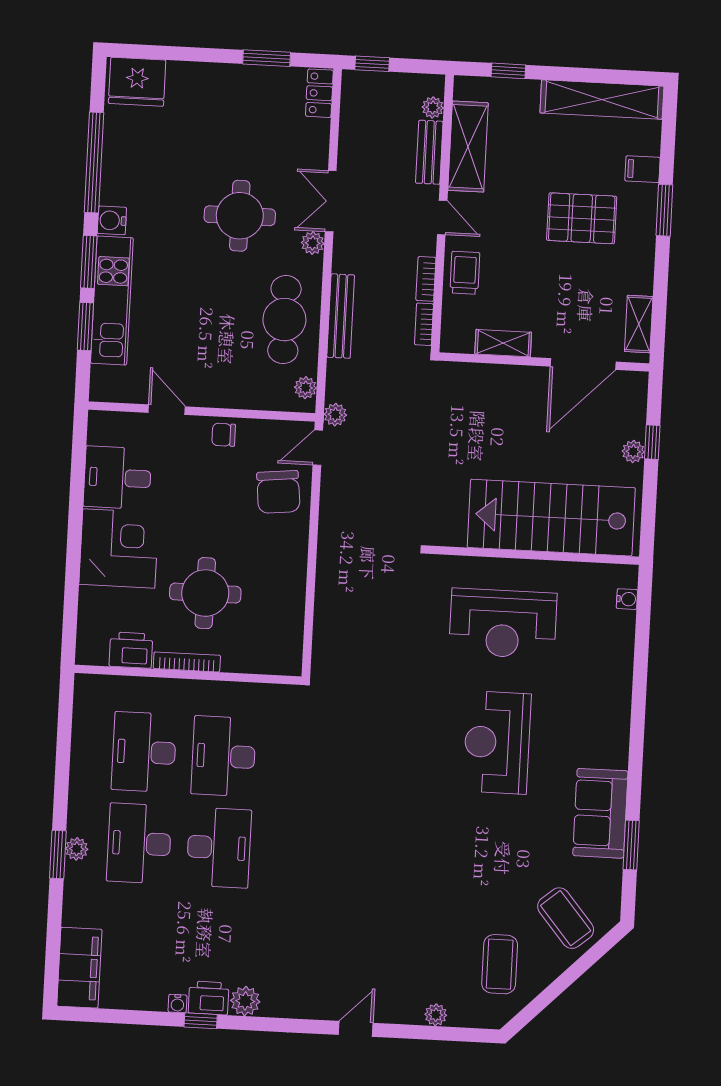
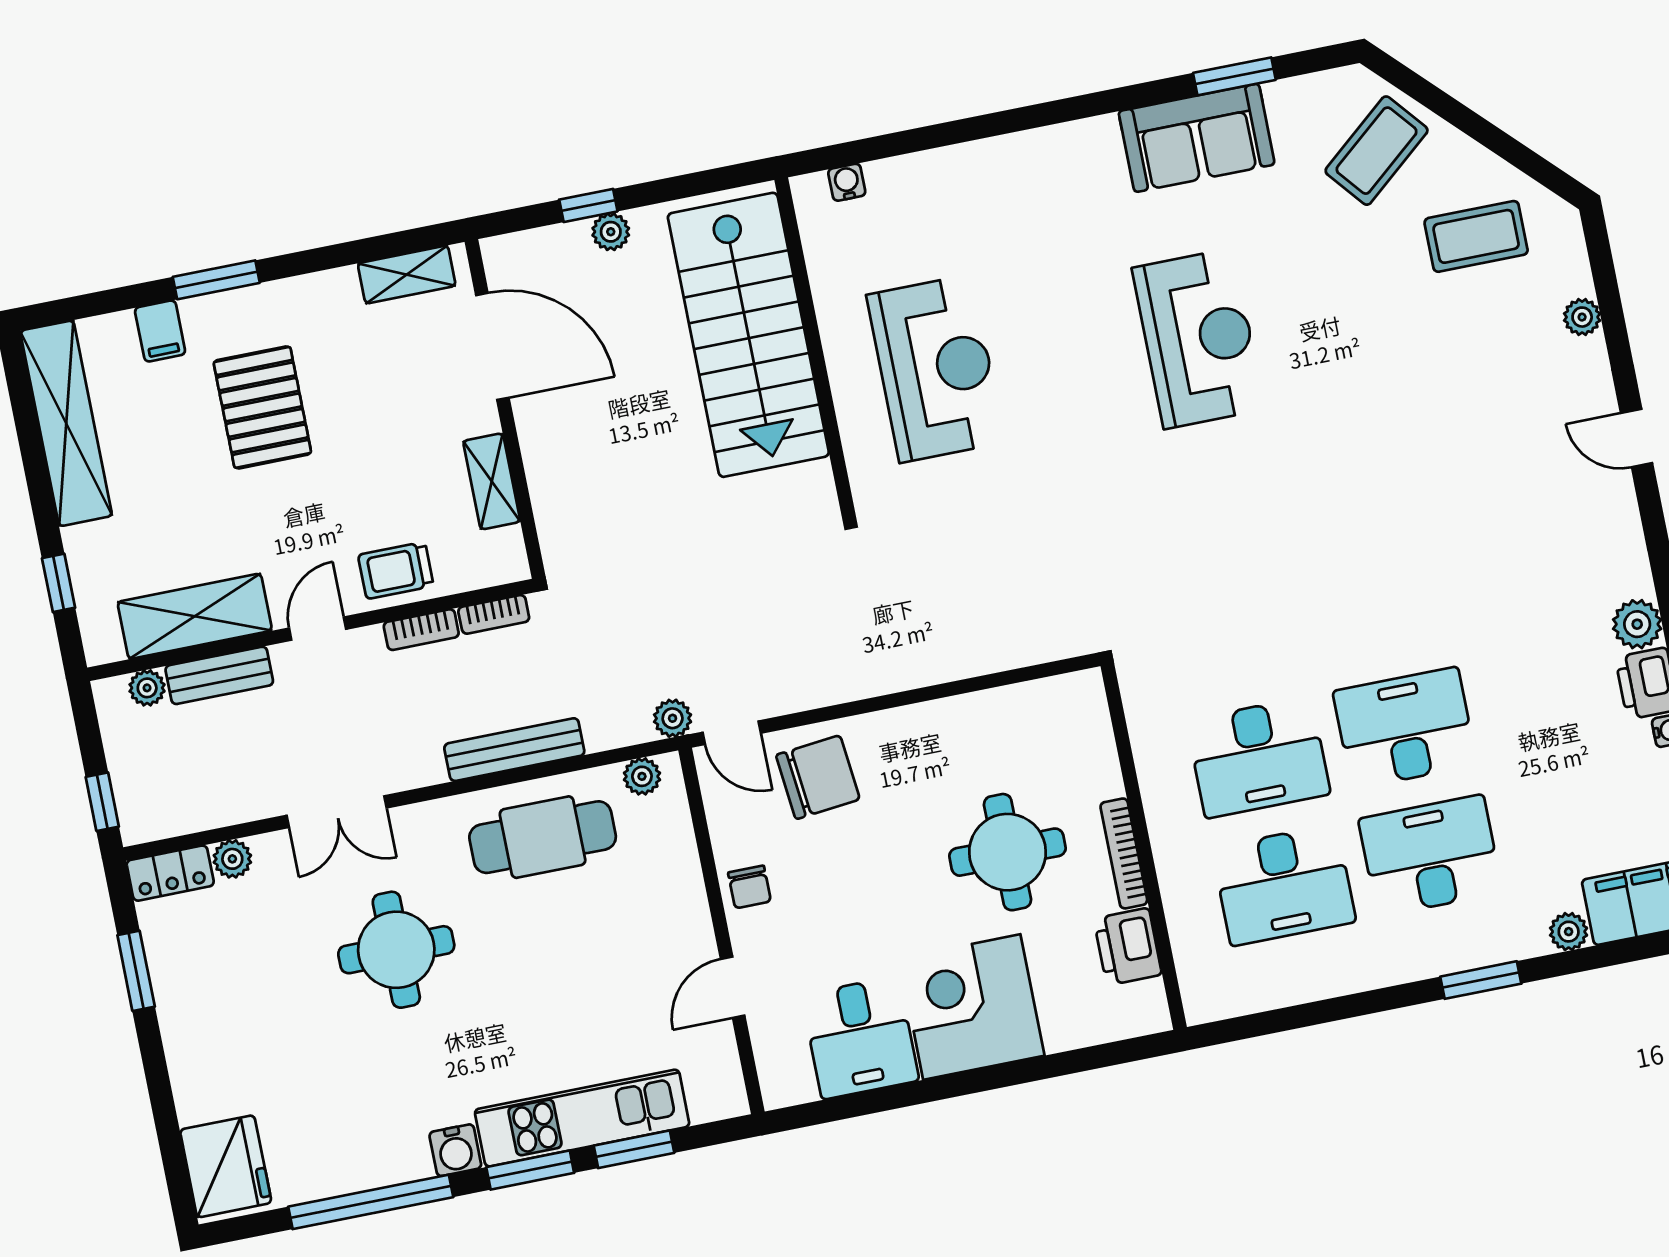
plant: (313, 243) -> (232, 859), moved
reception desk: (497, 743) -> (1198, 339), moved, turned -90
desk: (139, 843) -> (1430, 856), turned 180
plant: (77, 849) -> (1569, 932), moved

